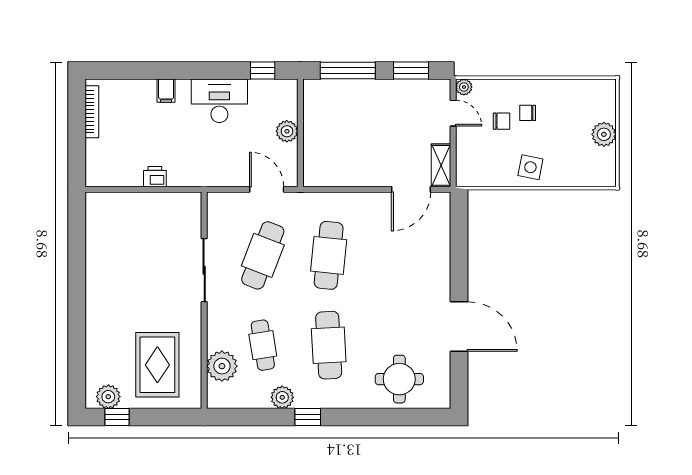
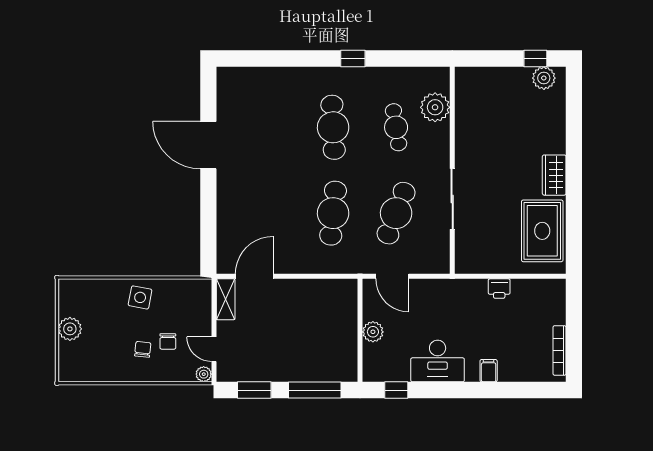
chair: (528, 113) -> (143, 349), turned -84
chair: (501, 121) -> (168, 341), turned -90
wardrobe: (97, 295) -> (554, 175), added
rug: (157, 365) -> (542, 231), moved
round table: (399, 379) -> (265, 95), removed
plant: (282, 397) -> (377, 77), removed

